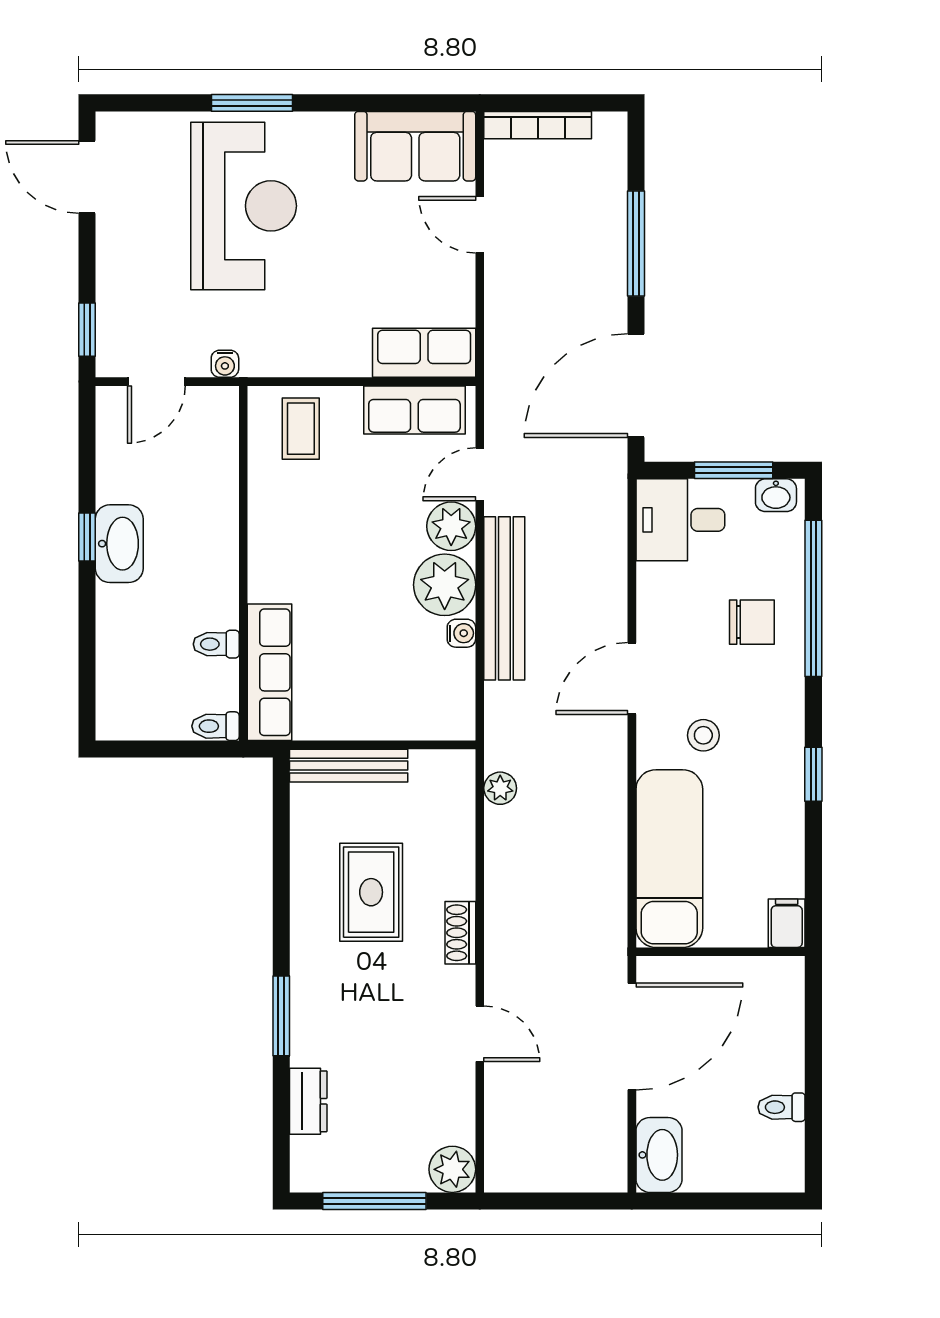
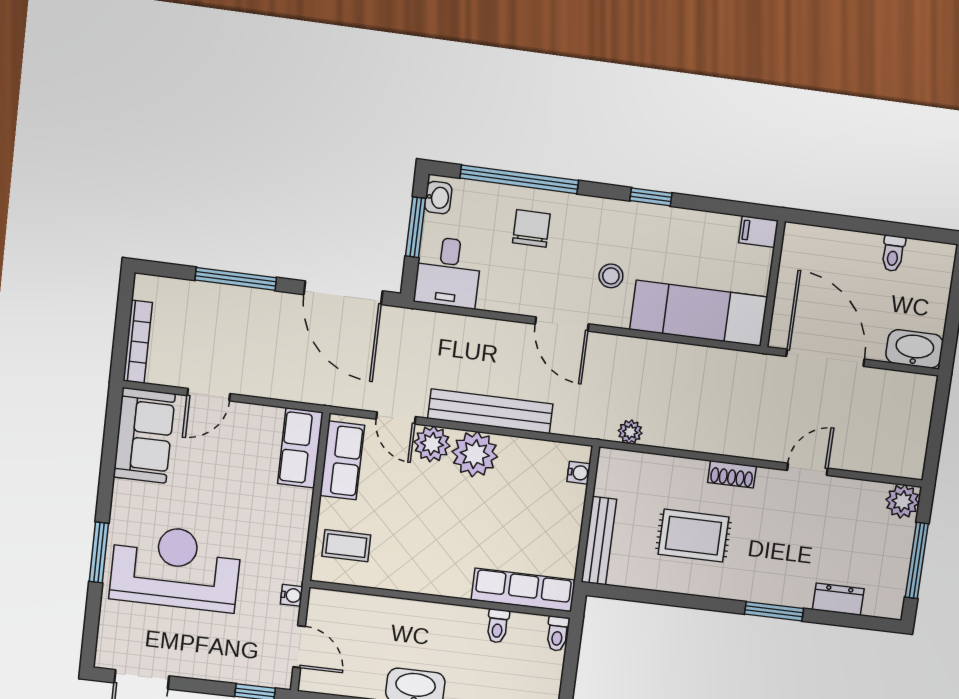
water cooler: (461, 633) -> (579, 473), moved, turned 90

